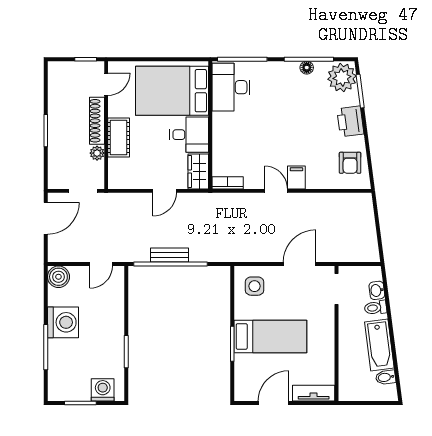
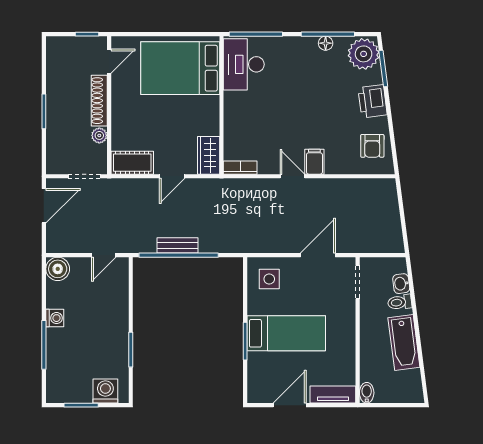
desk: (189, 135) -> (199, 116), removed
cot: (119, 138) -> (132, 163), moved, turned 90
washing machine: (63, 322) -> (55, 318), width x0.53, depth x0.53
bidet: (386, 377) -> (367, 393), moved, turned 97

